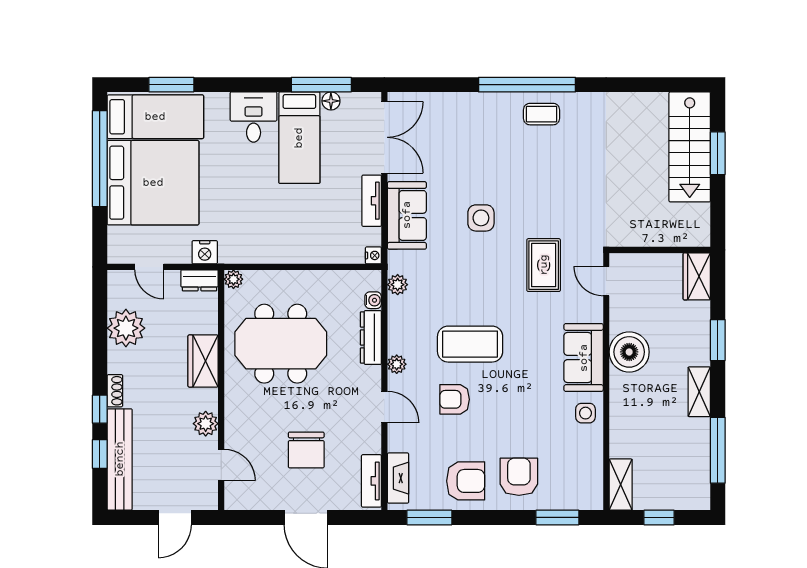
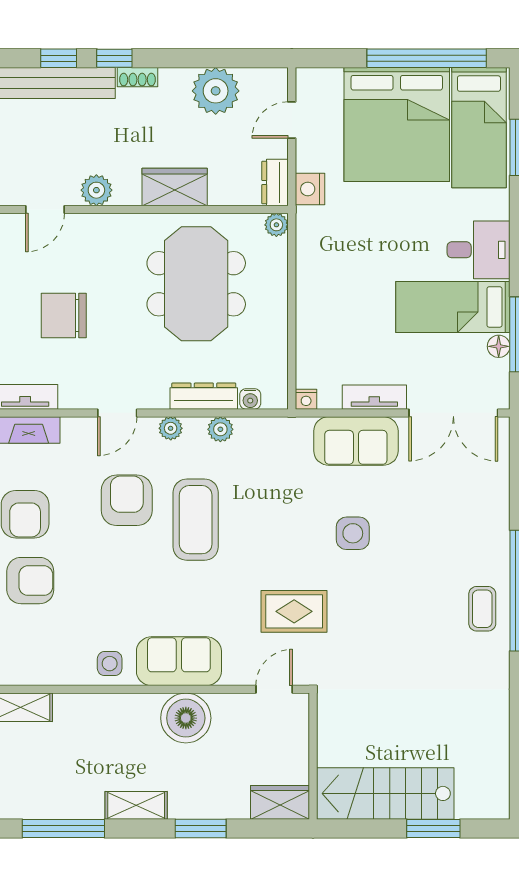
stairs: (690, 147) -> (385, 793), moved
plant: (398, 285) -> (220, 429), moved
armchair: (455, 399) -> (127, 500), width x1.38, depth x1.38

